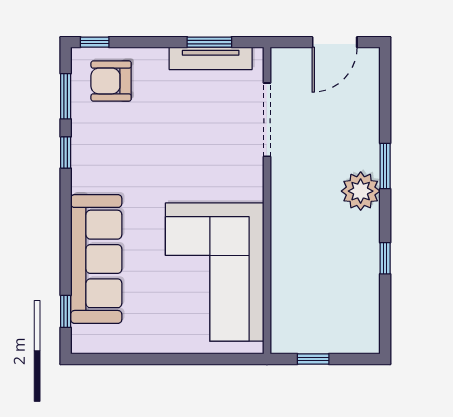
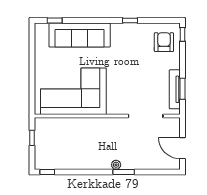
window: (66, 96) -> (157, 21), removed
plant: (361, 191) -> (116, 165), width x0.53, depth x0.53
window: (385, 258) -> (47, 172), moved

